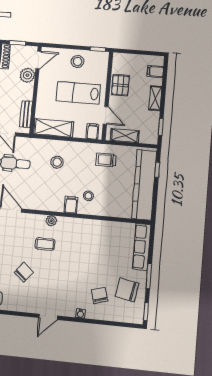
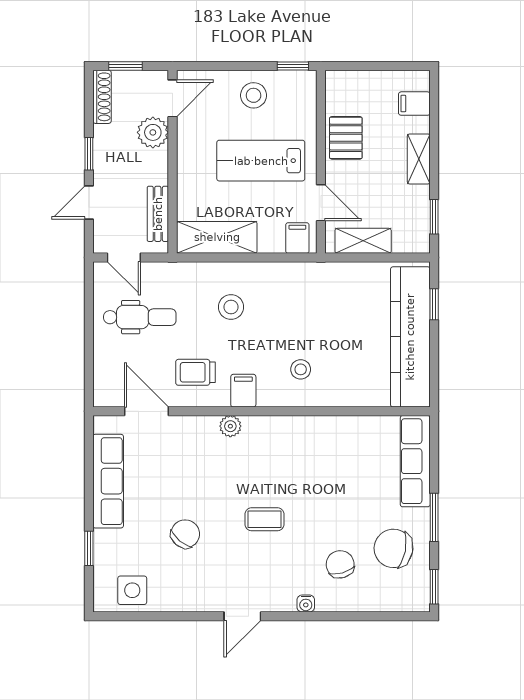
trolley: (106, 160) -> (195, 372), moved
filing cabinet: (71, 205) -> (243, 391), moved
coffee table: (45, 244) -> (264, 519), moved

